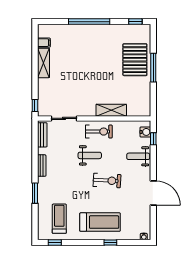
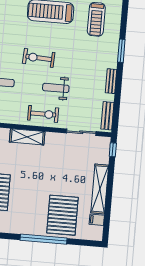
pallet: (74, 44) -> (62, 215), added
shelving: (43, 63) -> (100, 189), width x1.47
exercise bike: (99, 132) -> (43, 114), turned 180

